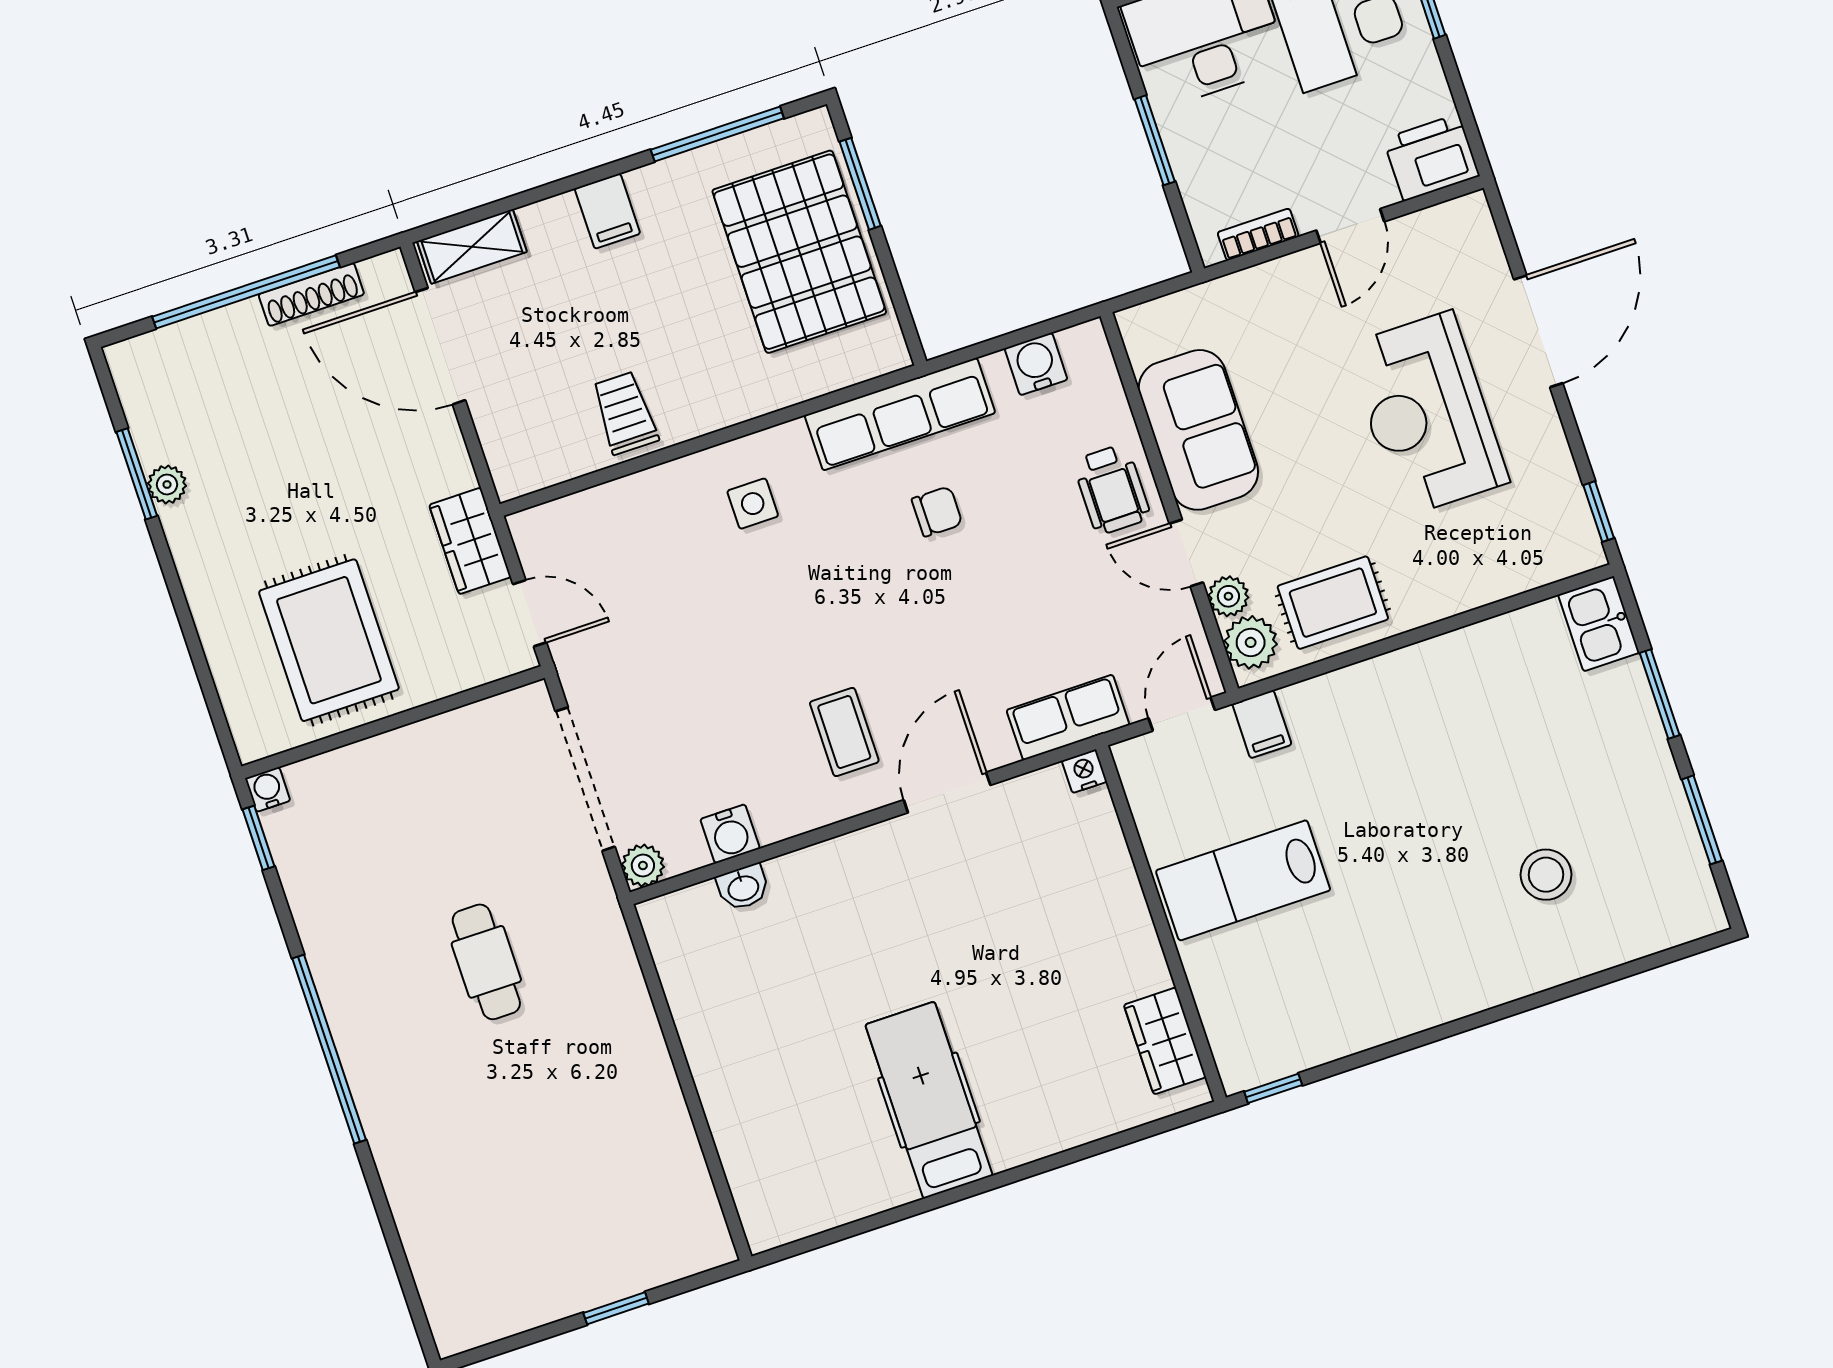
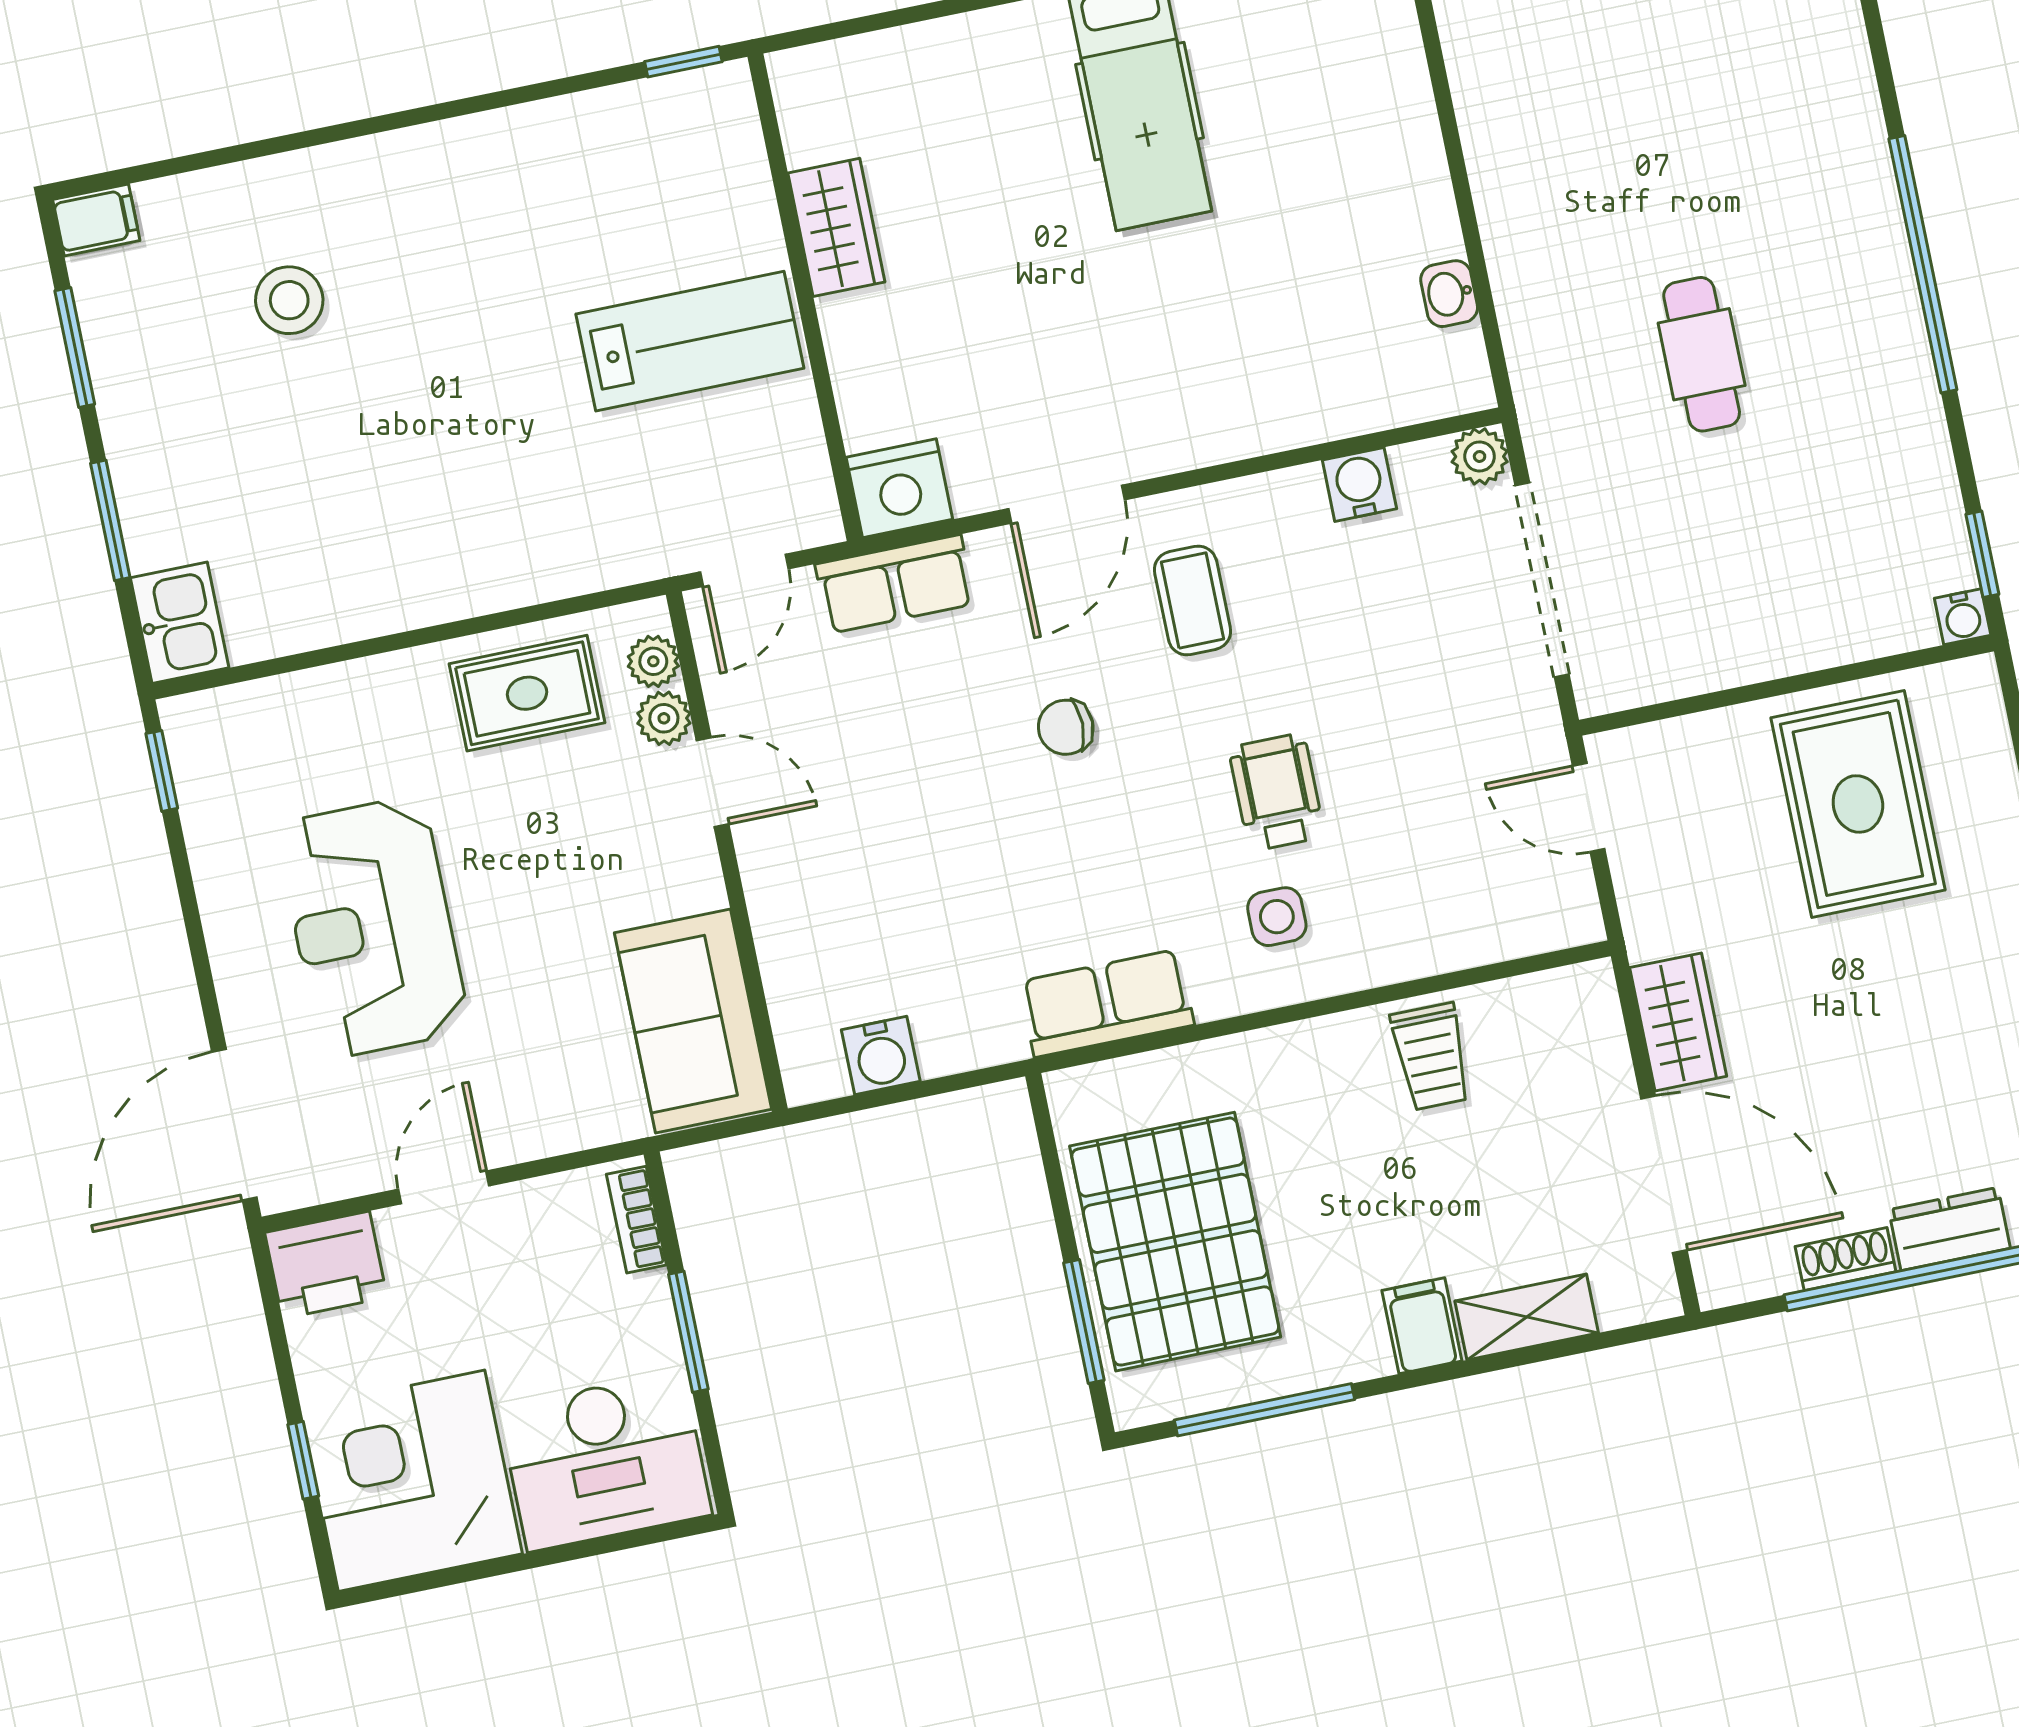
bookcase: (1258, 234) -> (636, 1220), moved, turned 90
shelving: (472, 247) -> (1527, 1317), moved
shoe rack: (311, 294) -> (1846, 1259), width x0.70
dresser: (222, 331) -> (1949, 1229), added
door: (1538, 331) -> (234, 1125), moved
row of seats: (900, 414) -> (1107, 1003), width x0.68
reception desk: (1427, 414) -> (373, 927), turned 180
sofa: (1198, 430) -> (693, 1021), moved
wheelchair: (1112, 489) -> (1277, 792), moved
chair: (937, 511) -> (1066, 727), moved
wardrobe: (470, 541) -> (1678, 1022), moved
plant: (1251, 642) -> (653, 661), width x0.73, depth x0.73
filing cabinet: (1262, 724) -> (96, 220), moved, turned 90
nightstand: (1084, 771) -> (899, 488), width x1.89, depth x1.79
washbasin: (743, 887) -> (1449, 294), moved, turned -90
wardrobe: (1165, 1041) -> (836, 227), moved

